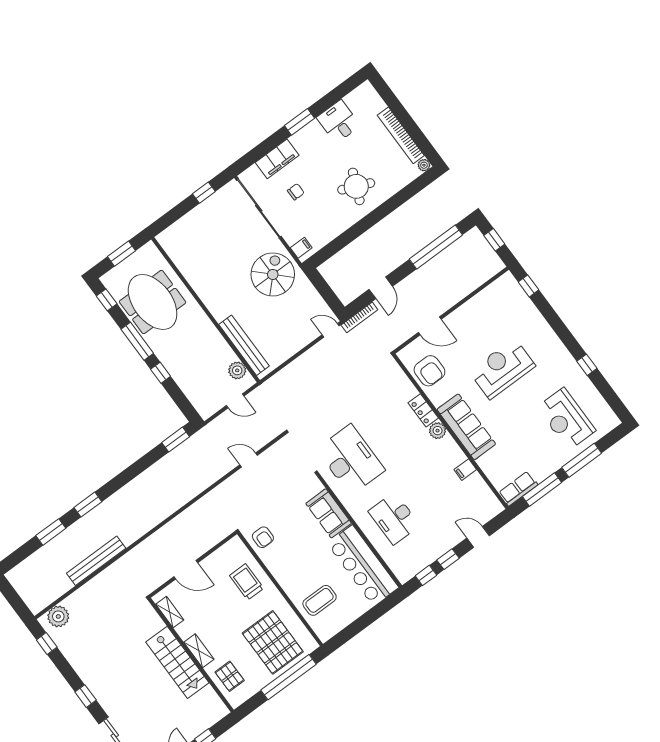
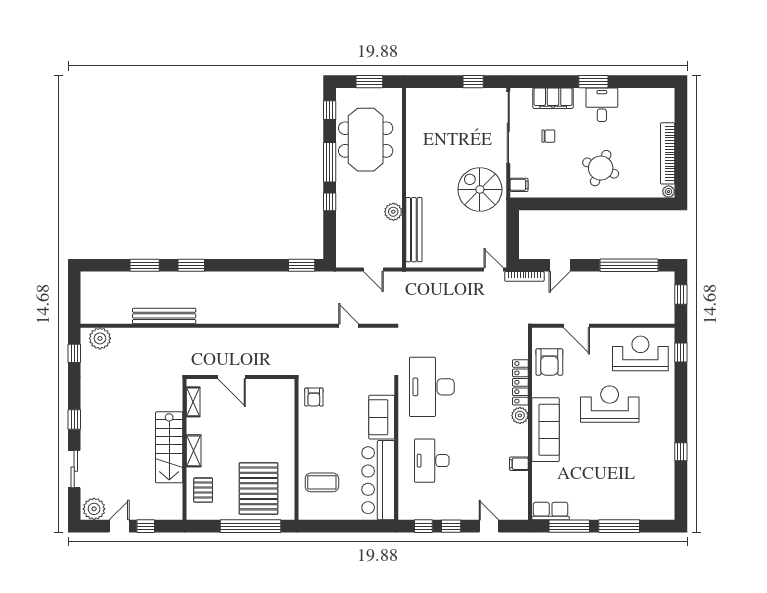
desk: (339, 122) -> (602, 105), moved
spiral stairs: (273, 274) -> (480, 189), turned -90
plant: (237, 370) -> (393, 212), moved
locker: (423, 410) -> (520, 382), width x1.53
reception desk: (566, 419) -> (640, 353), moved, turned 90
desk: (351, 460) -> (432, 387), turned 180
trolley: (247, 582) -> (274, 424), removed

